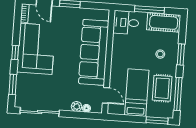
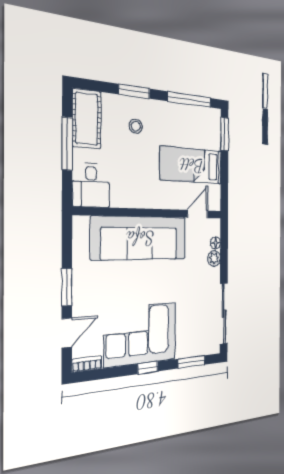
rug: (162, 88) -> (183, 125), removed

